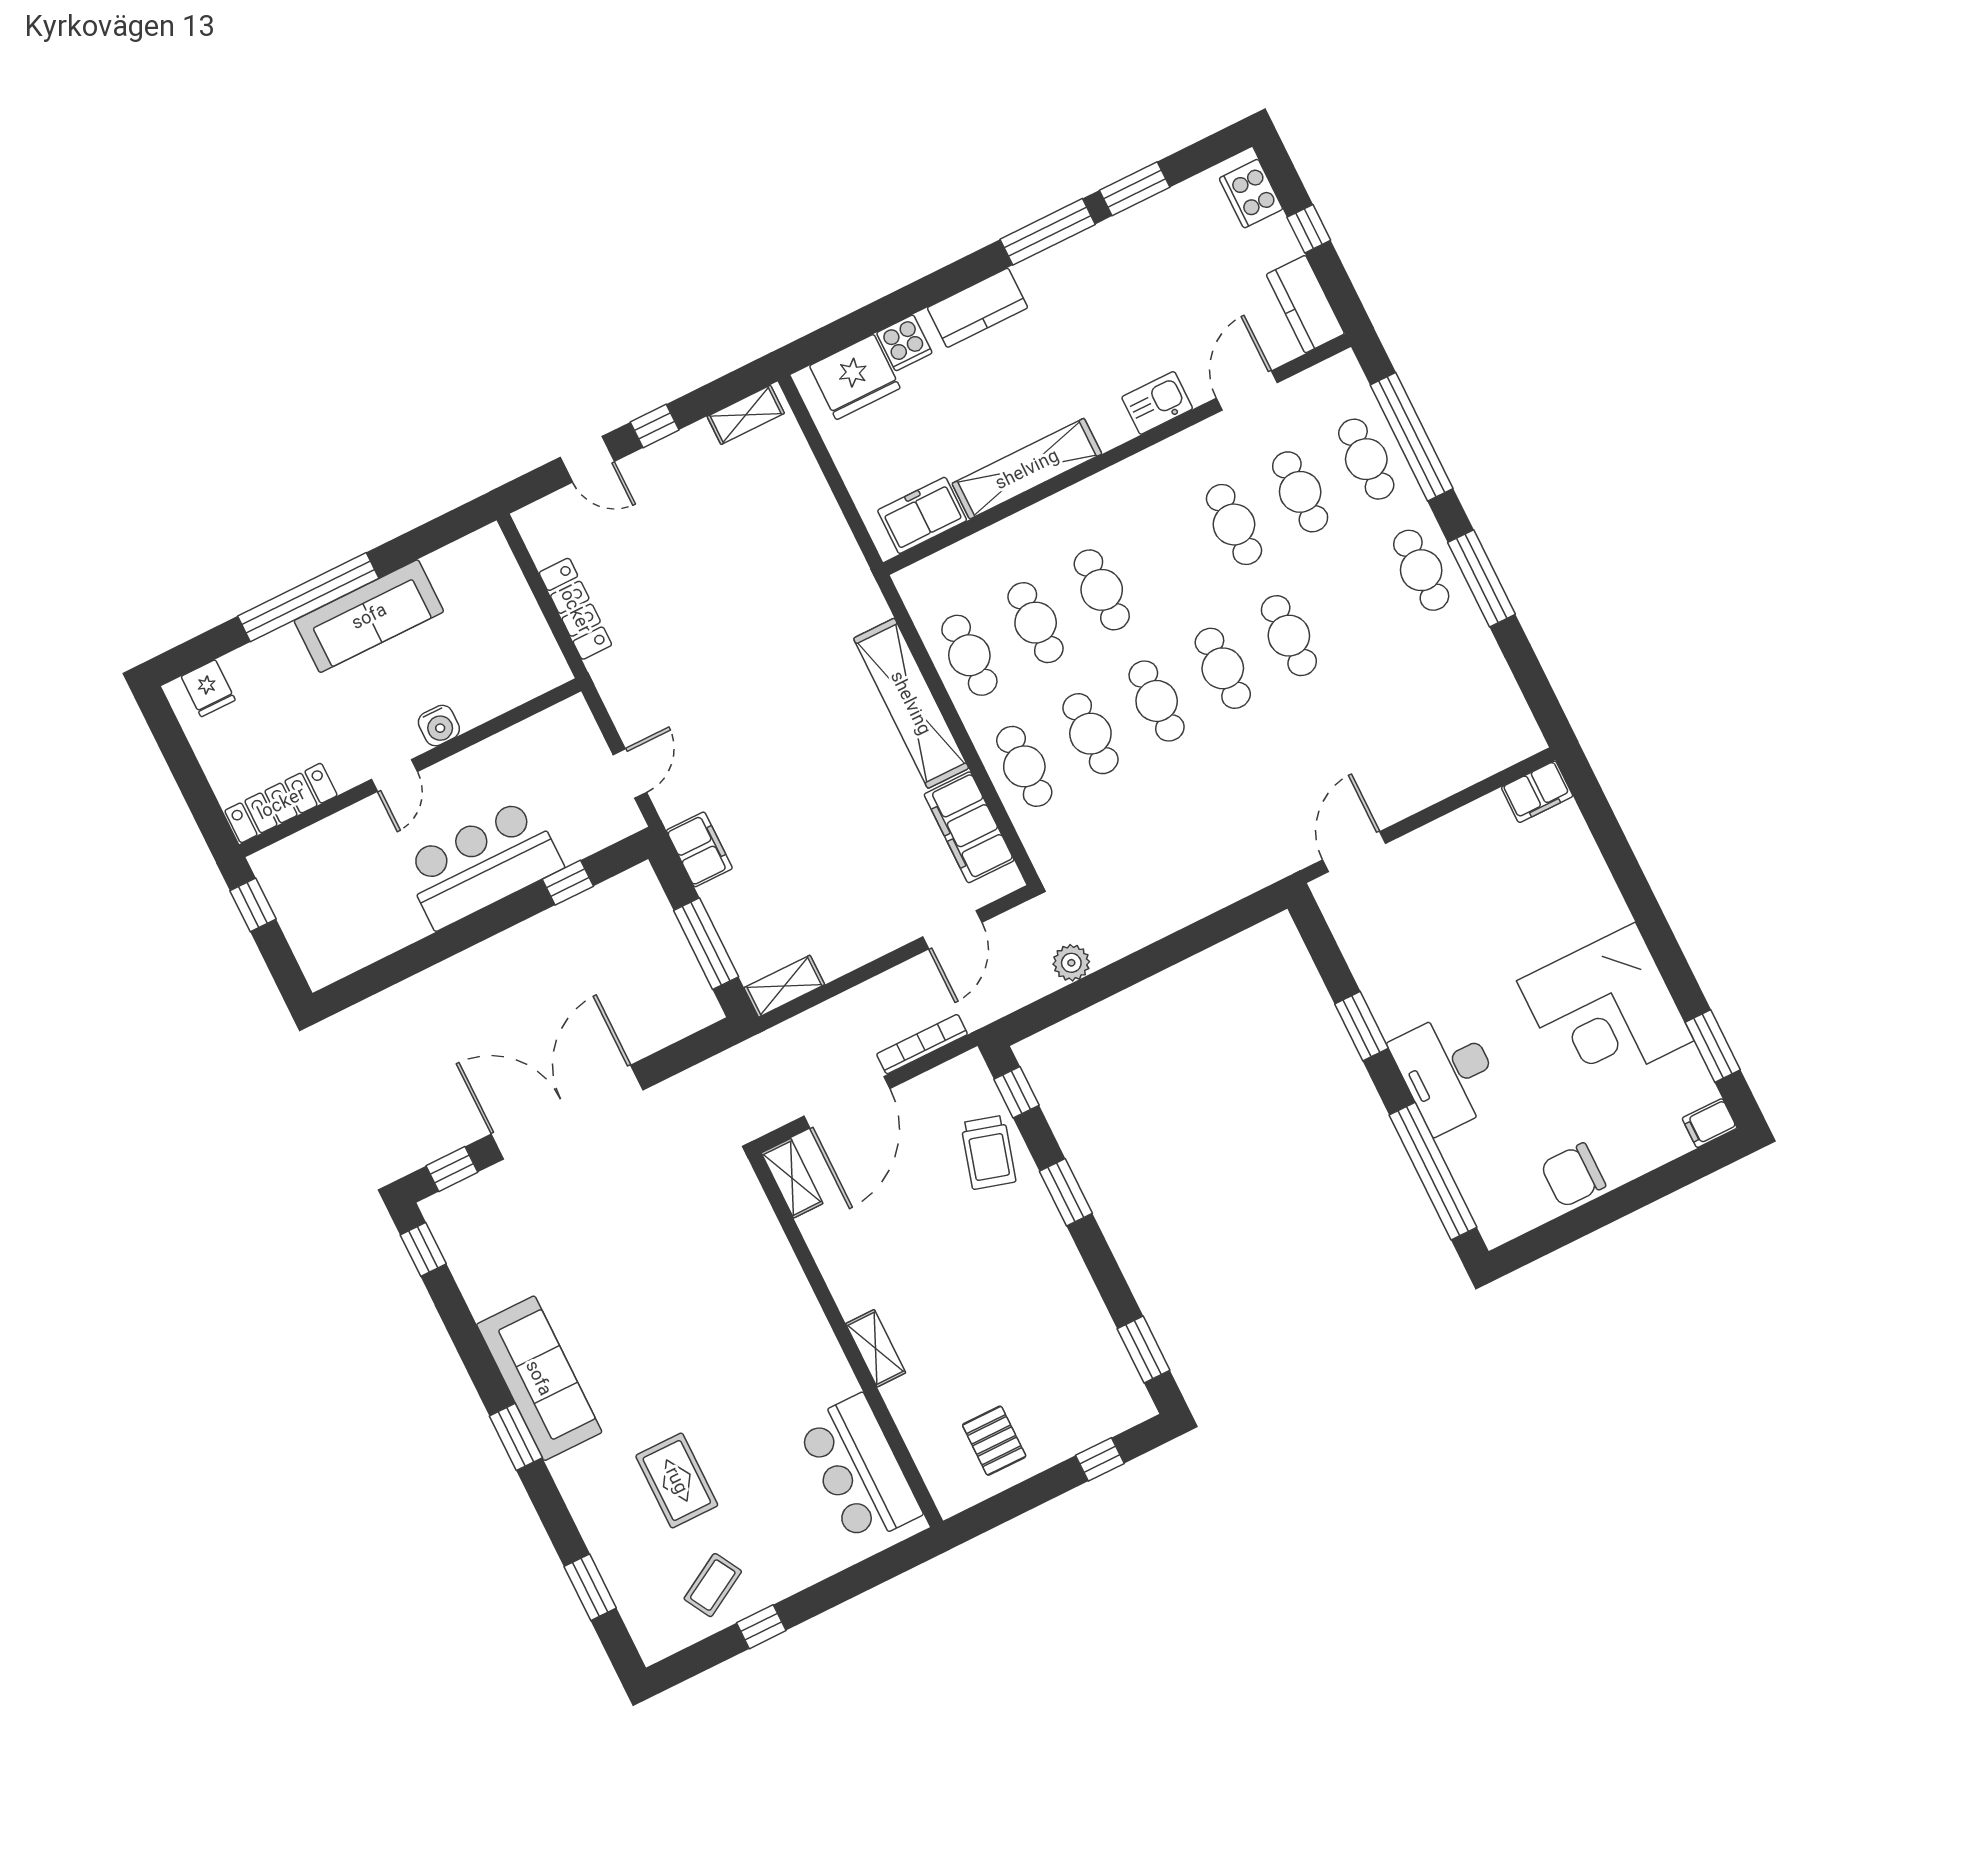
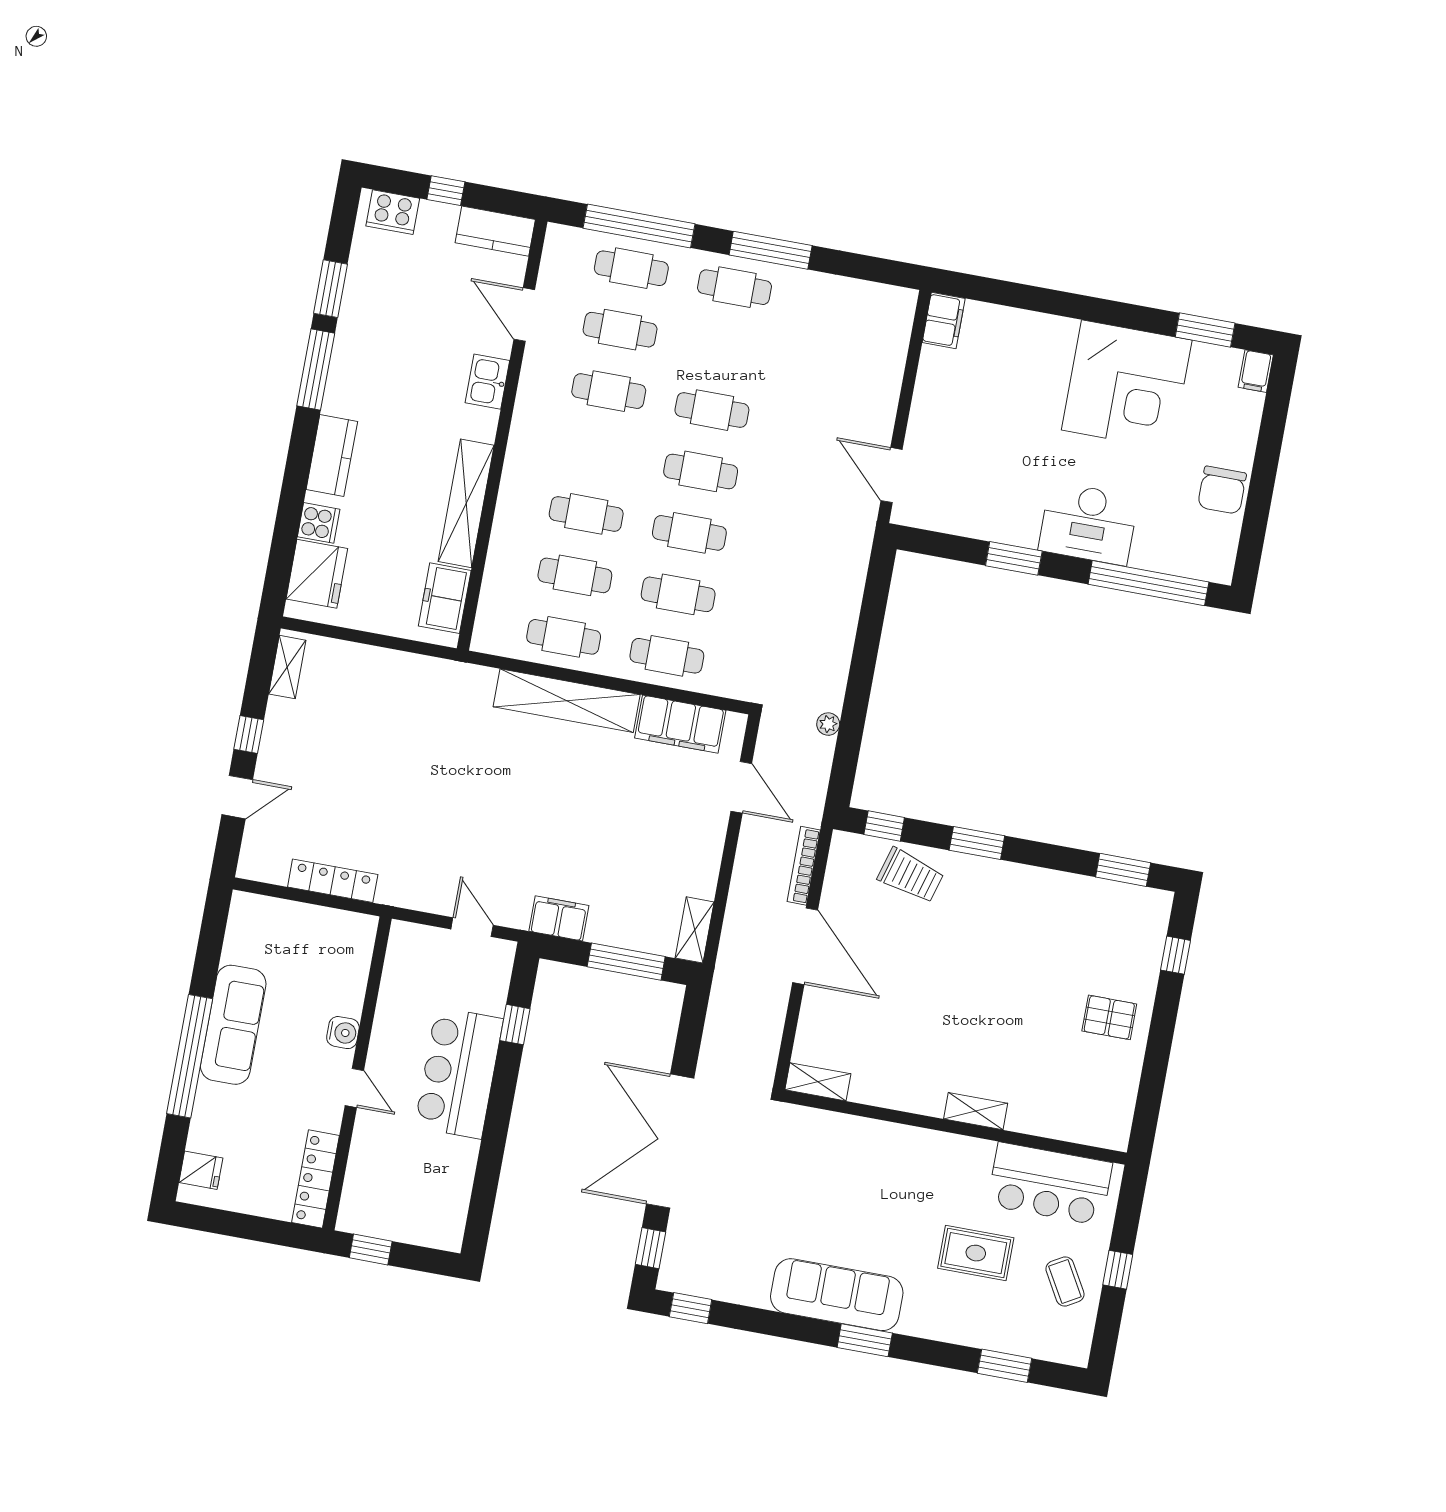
plant: (1071, 963) -> (828, 724), width x0.73, depth x0.73
shelving: (792, 1178) -> (818, 1082), moved
wall: (846, 1340) -> (955, 1127), moved
shelving: (876, 1348) -> (976, 1111), moved
bar counter: (859, 1470) -> (1050, 1184), moved

